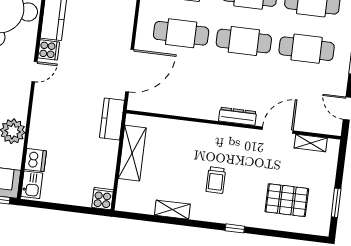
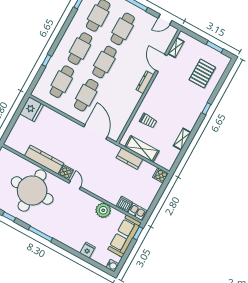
kitchen counter: (112, 119) -> (129, 159), moved
trolley: (216, 180) -> (148, 121), moved

